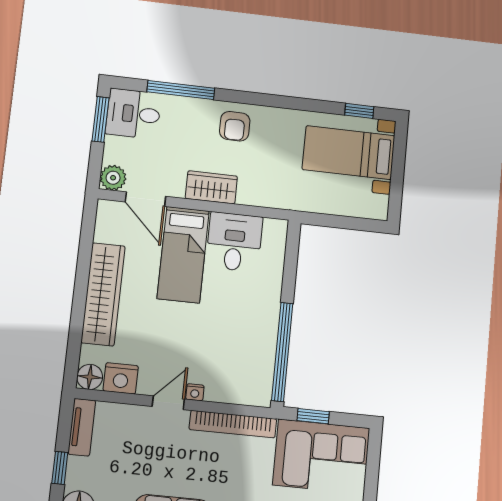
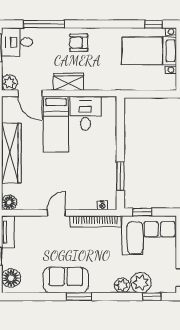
armchair: (235, 126) -> (79, 43), turned 90
window: (282, 352) -> (120, 176), width x0.47
nightstand: (121, 378) -> (27, 201), removed
nightstand: (195, 392) -> (103, 205), moved

